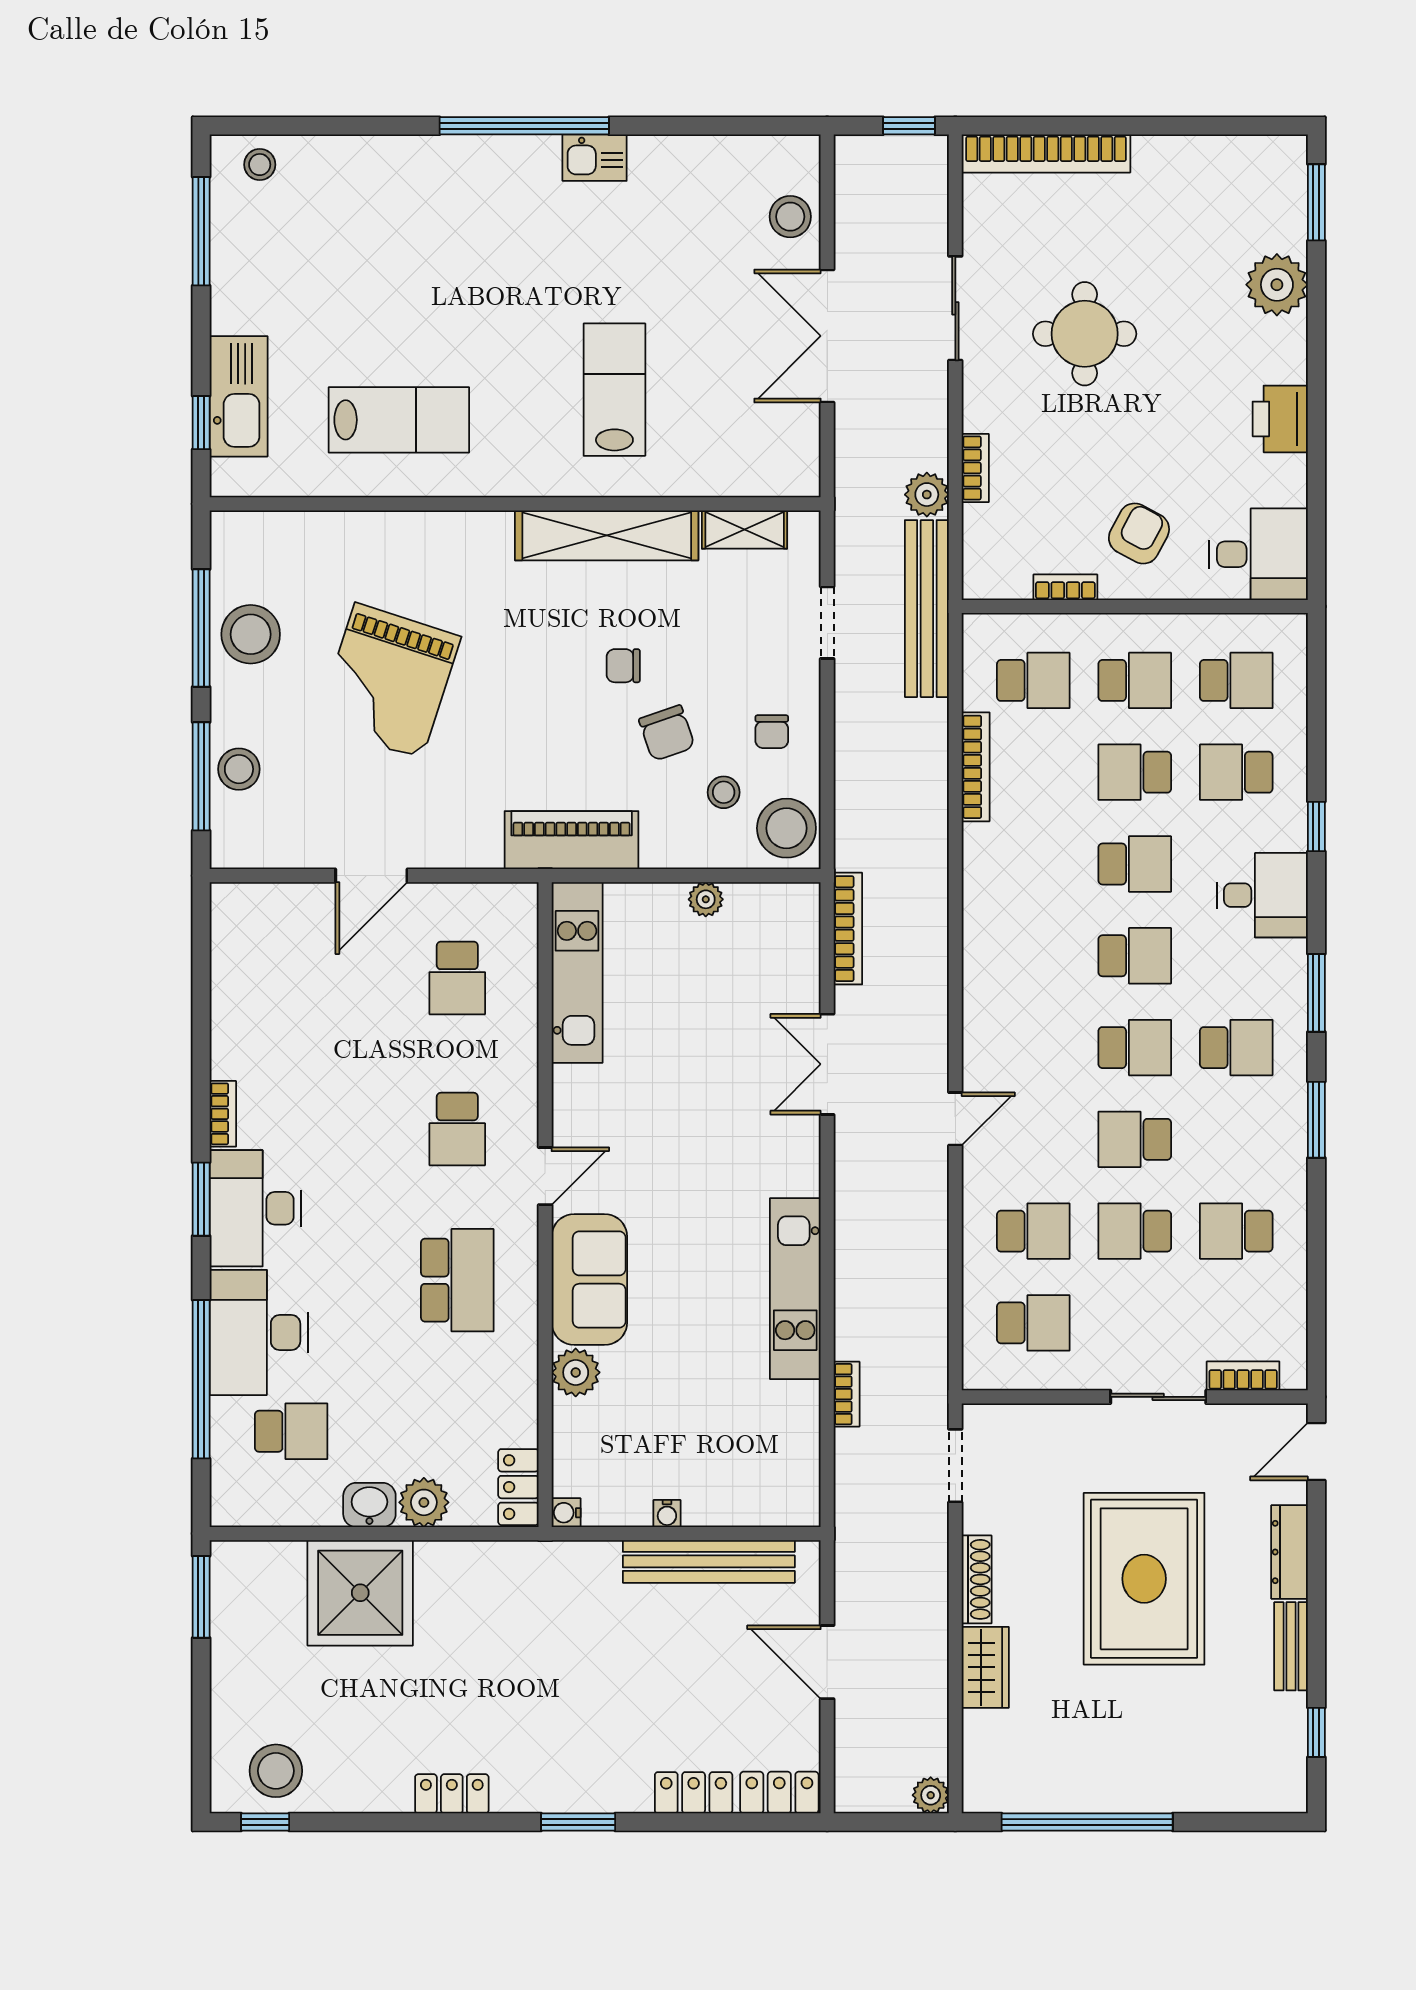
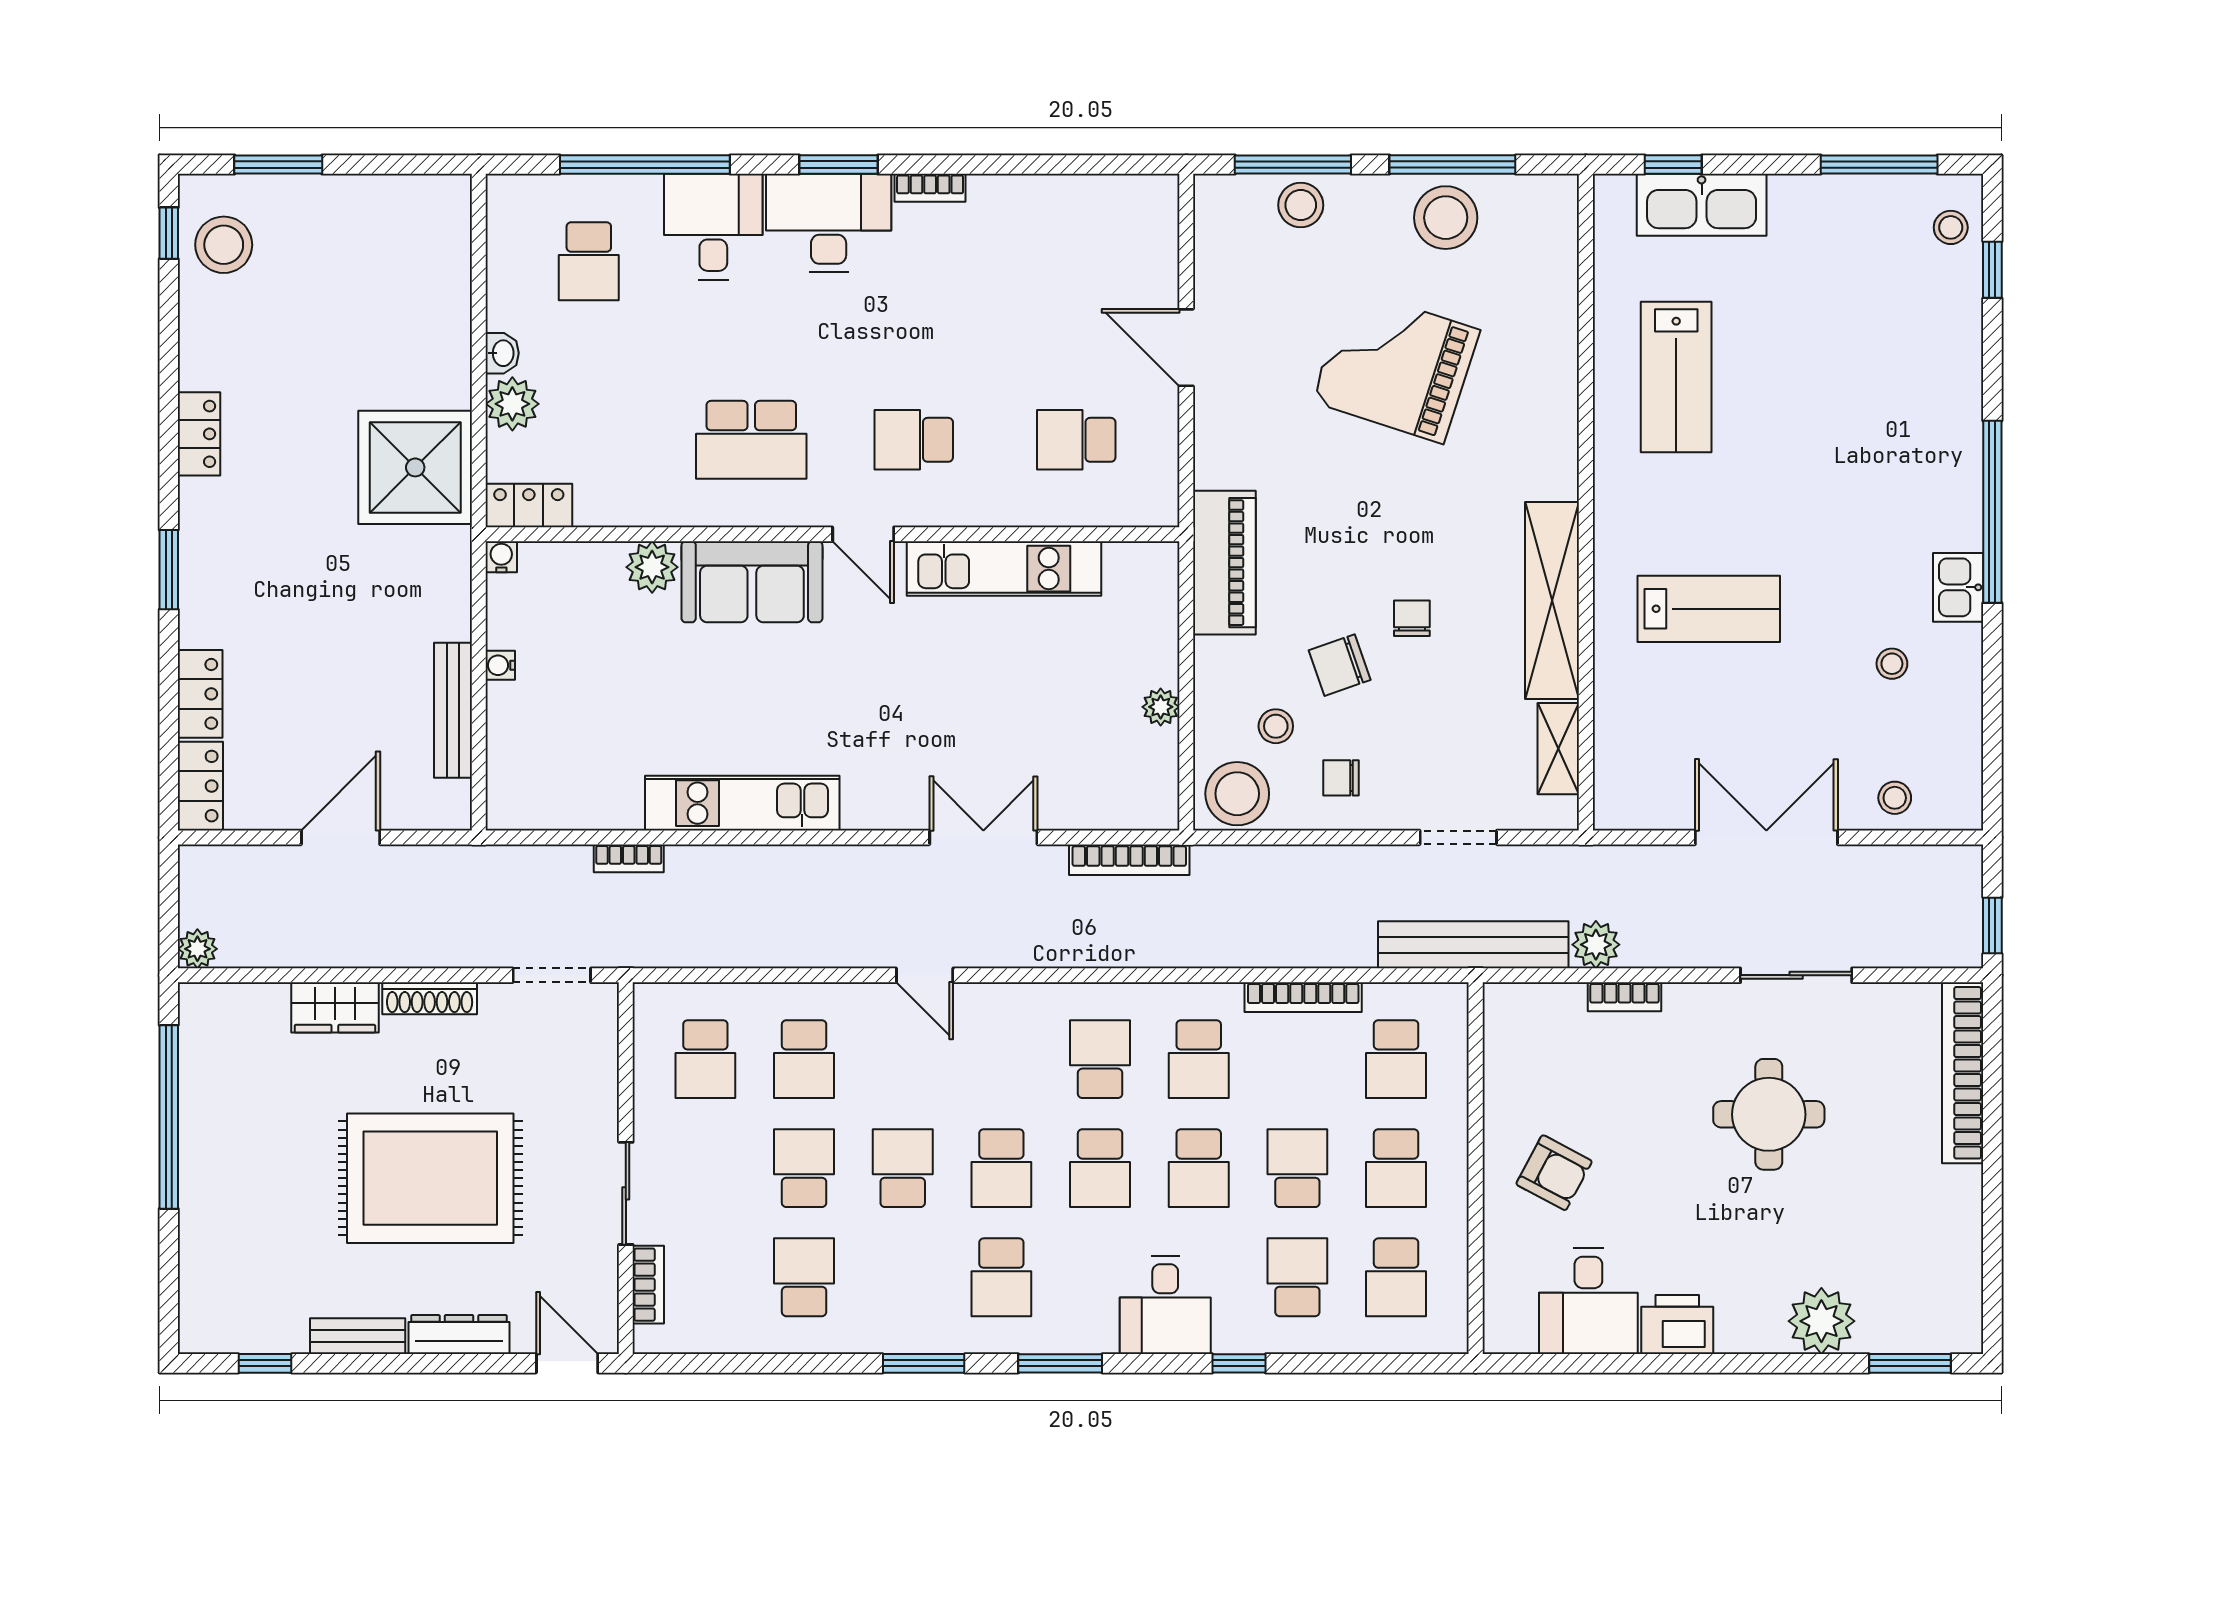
window: (299, 126) -> (1992, 270), added
stool: (790, 217) -> (1895, 798), width x0.73, depth x0.73
stool: (666, 219) -> (1892, 664), added
desk: (1258, 554) -> (1588, 1301), moved
bookcase: (1065, 587) -> (1496, 1094), removed
school desk: (1033, 864) -> (1199, 1059), added
school desk: (1033, 956) -> (1100, 1059), added
kitchen unit: (577, 972) -> (1004, 569), moved
desk: (259, 1332) -> (713, 227), width x0.73
washbasin: (369, 1505) -> (502, 353), width x0.72, depth x0.69
bench: (709, 1561) -> (453, 710), width x0.73, depth x0.82
shower: (360, 1593) -> (415, 467), moved
window: (201, 1597) -> (278, 164), moved

